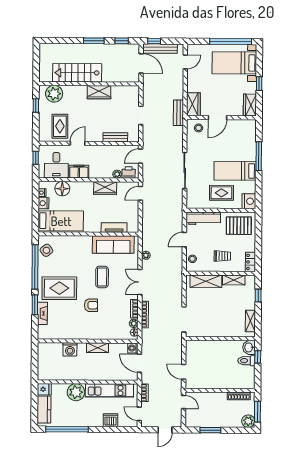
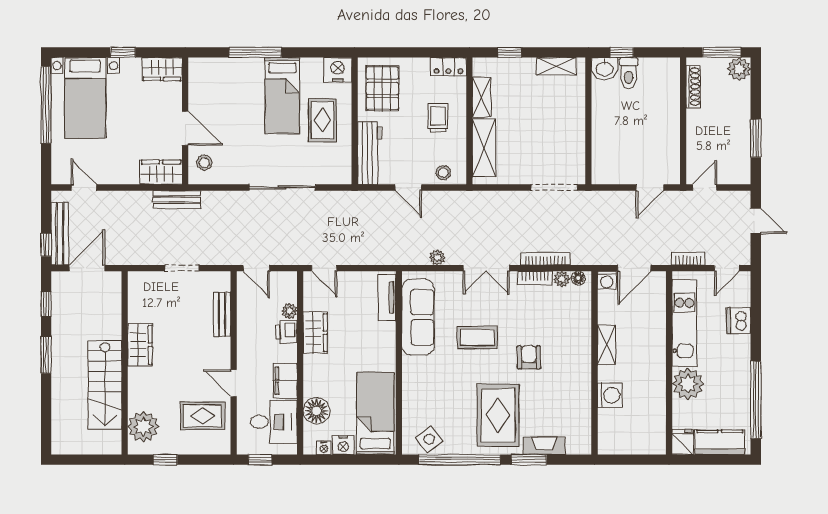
printer: (129, 173) -> (286, 332), moved
tv unit: (114, 228) -> (387, 297), moved

